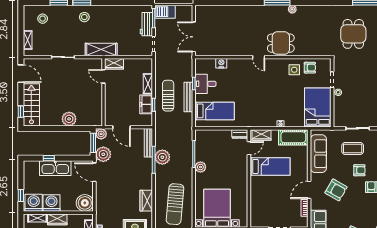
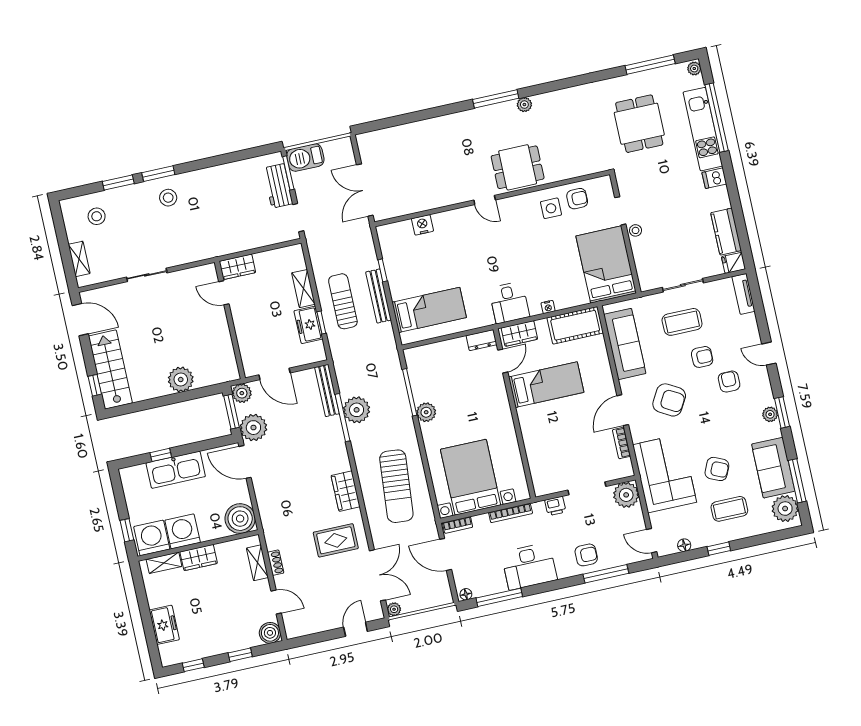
shelving: (101, 50) -> (210, 247), removed
desk: (205, 84) -> (509, 303), moved, turned -90

